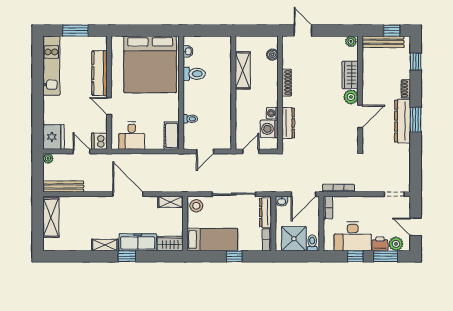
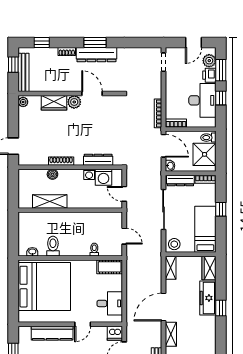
boiler: (272, 55) -> (52, 174), moved
shelving: (105, 245) -> (171, 334), moved

